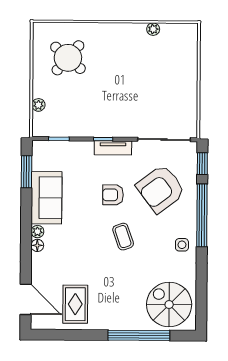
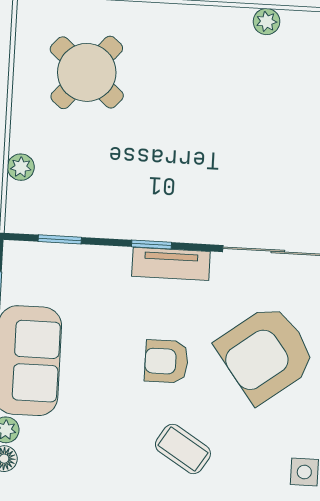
coffee table: (123, 237) -> (183, 449), turned -39

